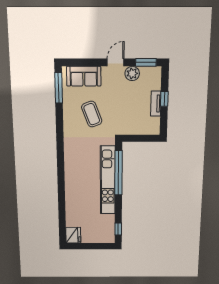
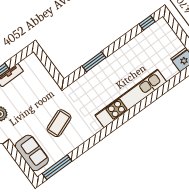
window: (118, 173) -> (94, 62), width x0.47
kitchen unit: (108, 180) -> (131, 98), moved, turned 180

